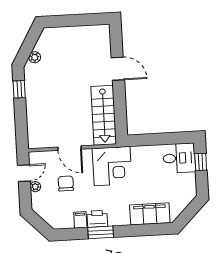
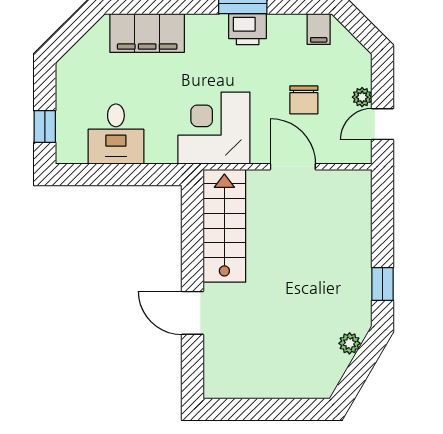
desk: (179, 158) -> (116, 134), moved, turned -90
filing cabinet: (80, 220) -> (319, 29), moved

